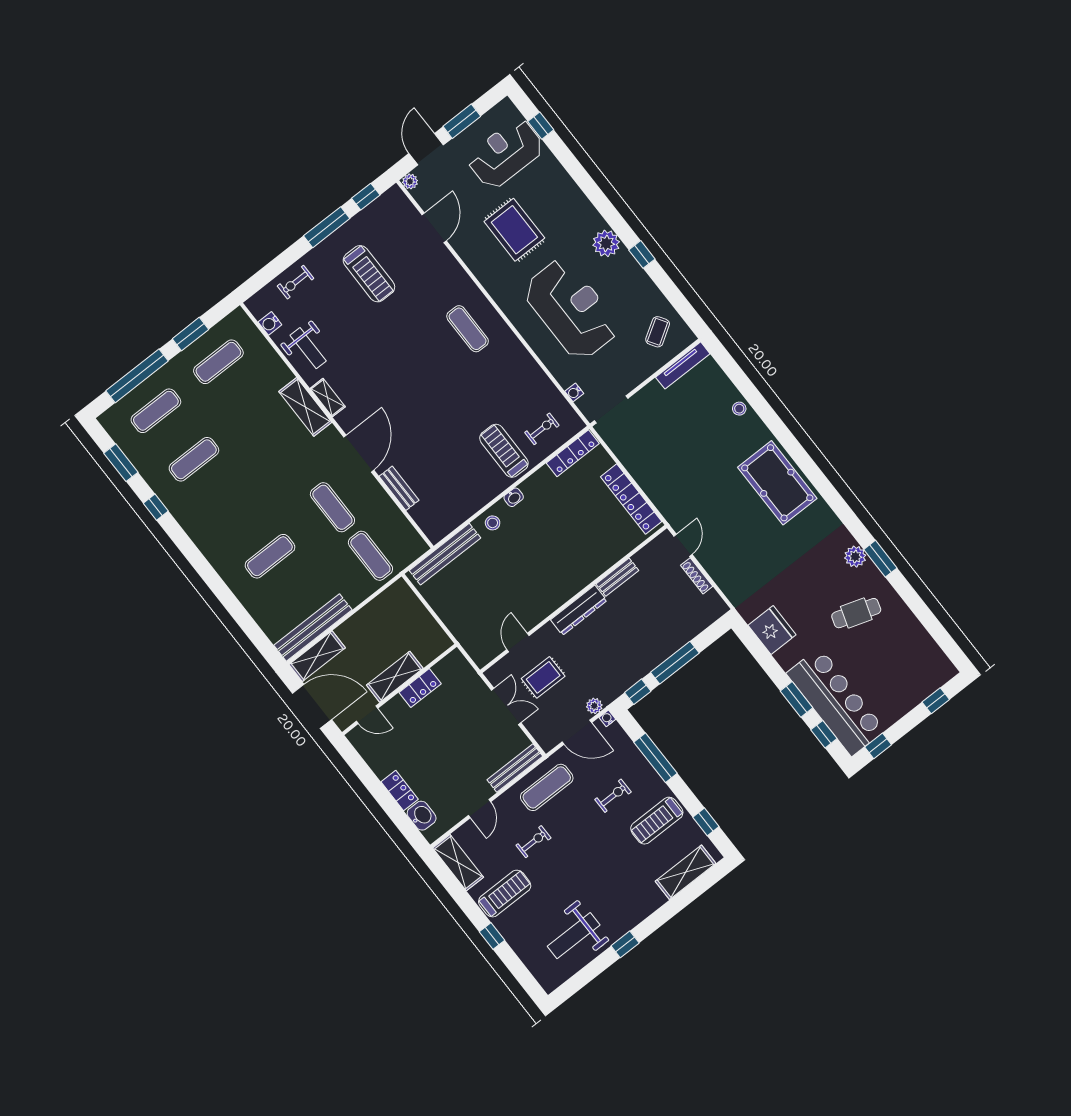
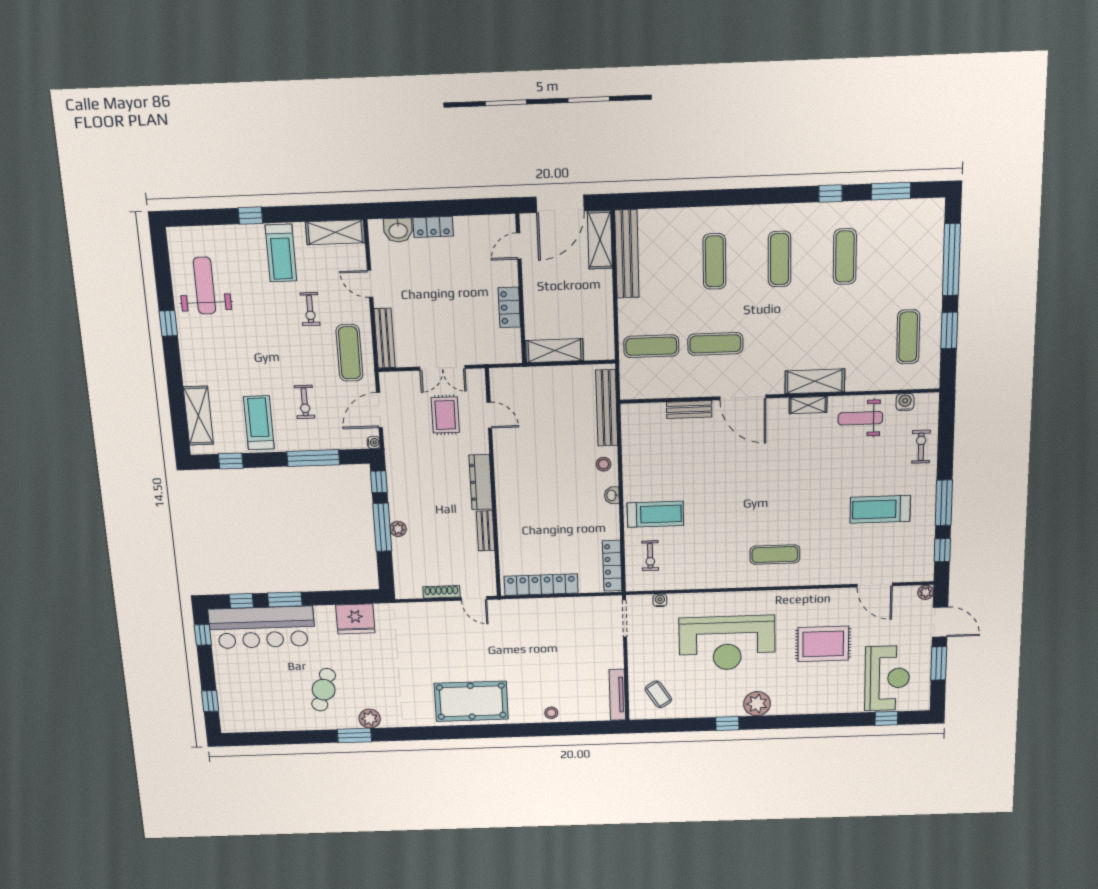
exercise mat: (156, 411) -> (780, 259), moved
shelving: (395, 677) -> (555, 351), moved, turned 90
plant: (594, 706) -> (398, 529), moved

